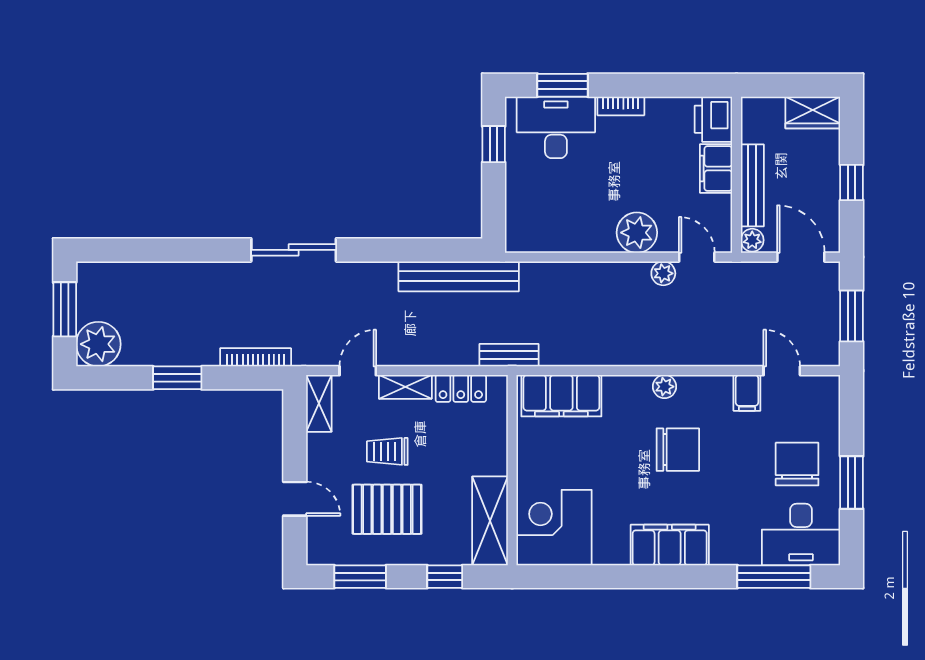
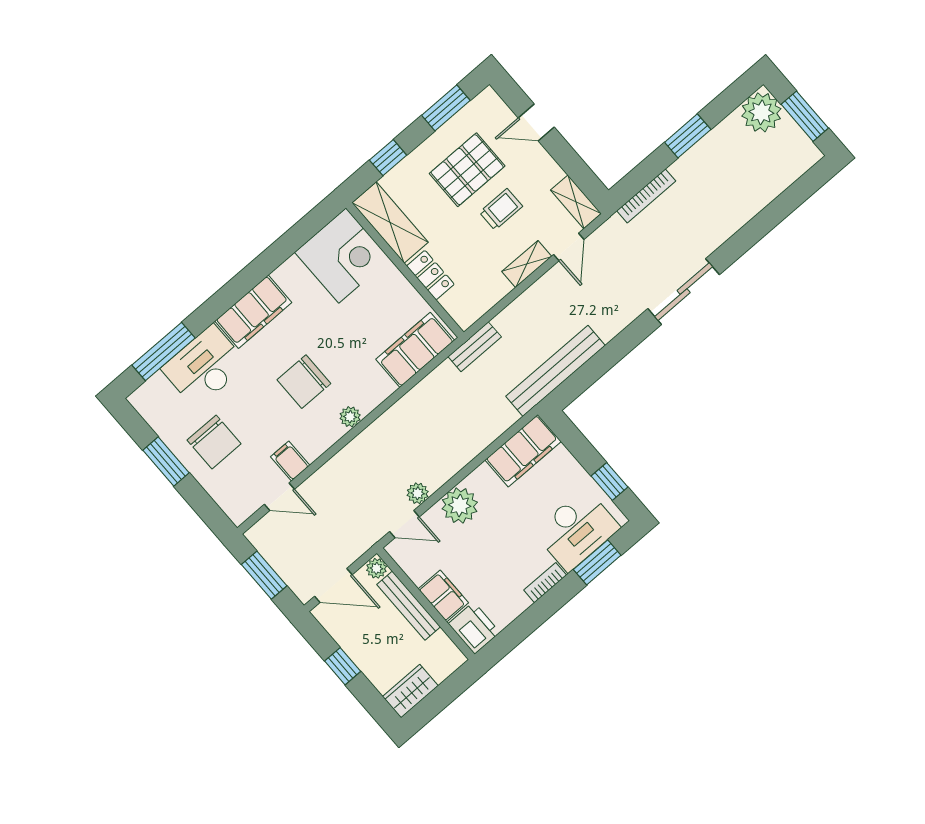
filing cabinet: (544, 233) -> (523, 451), added
locker: (461, 388) -> (430, 275), moved, turned 90
desk: (801, 534) -> (205, 366), moved

